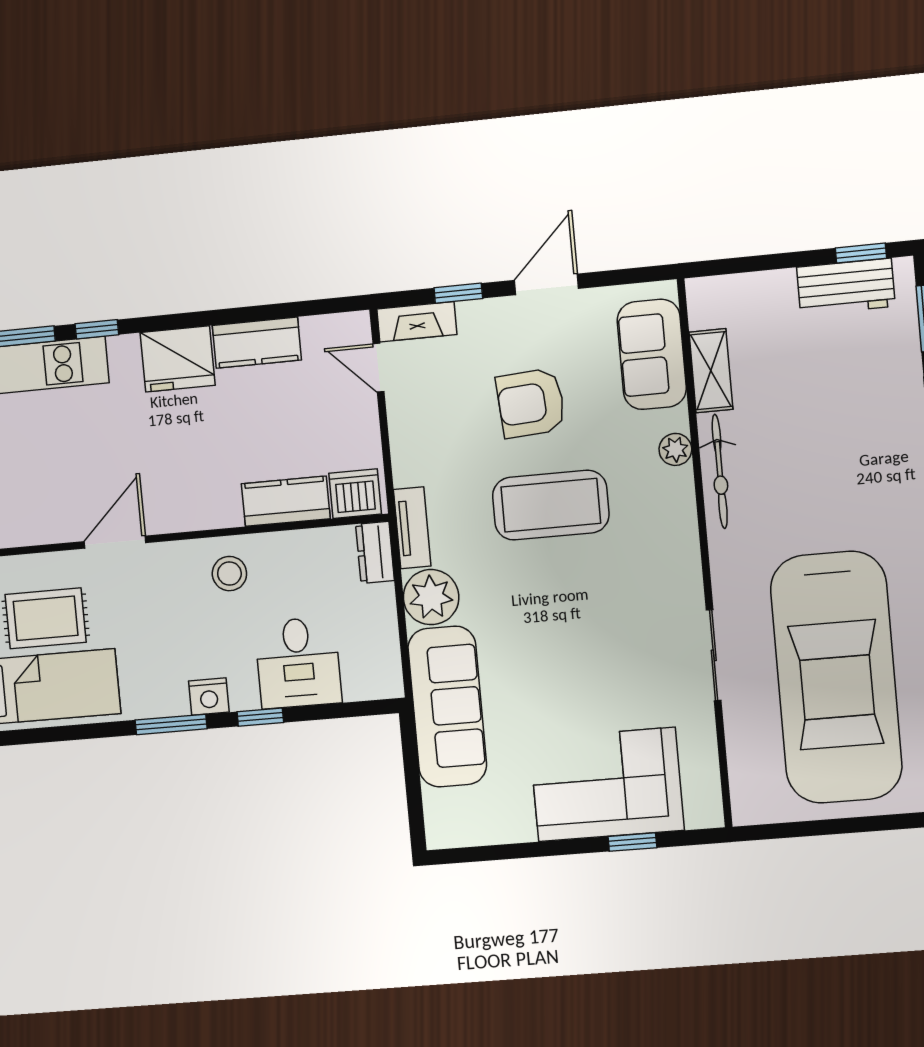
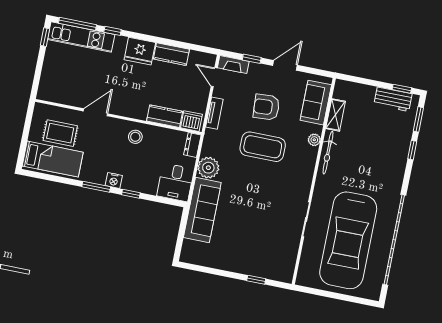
tv unit: (412, 528) -> (214, 113), moved
desk: (298, 663) -> (175, 182), moved
corner sofa: (607, 784) -> (253, 256), removed

